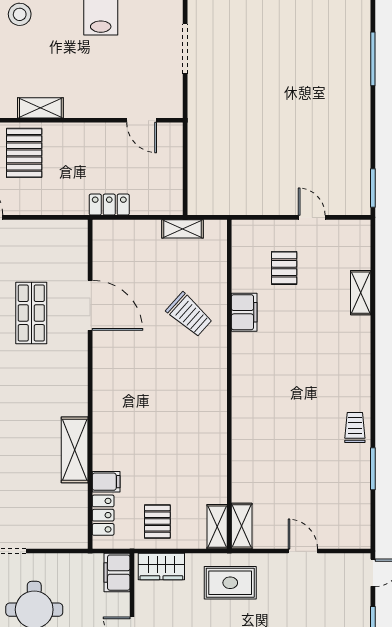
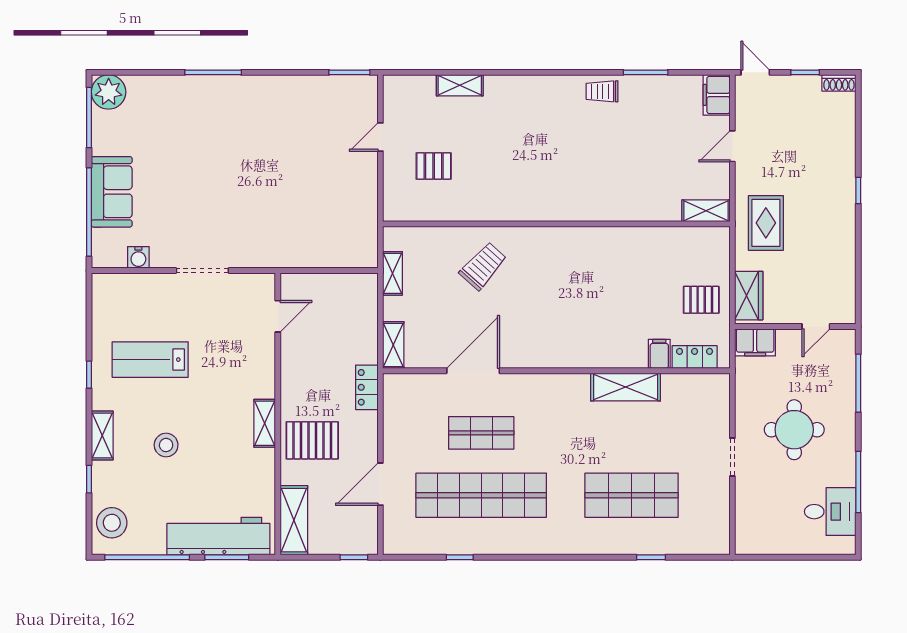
locker: (109, 205) -> (367, 387), moved
filing cabinet: (244, 312) -> (717, 95), moved, turned -90
shelving: (217, 527) -> (393, 345), moved, turned 90

